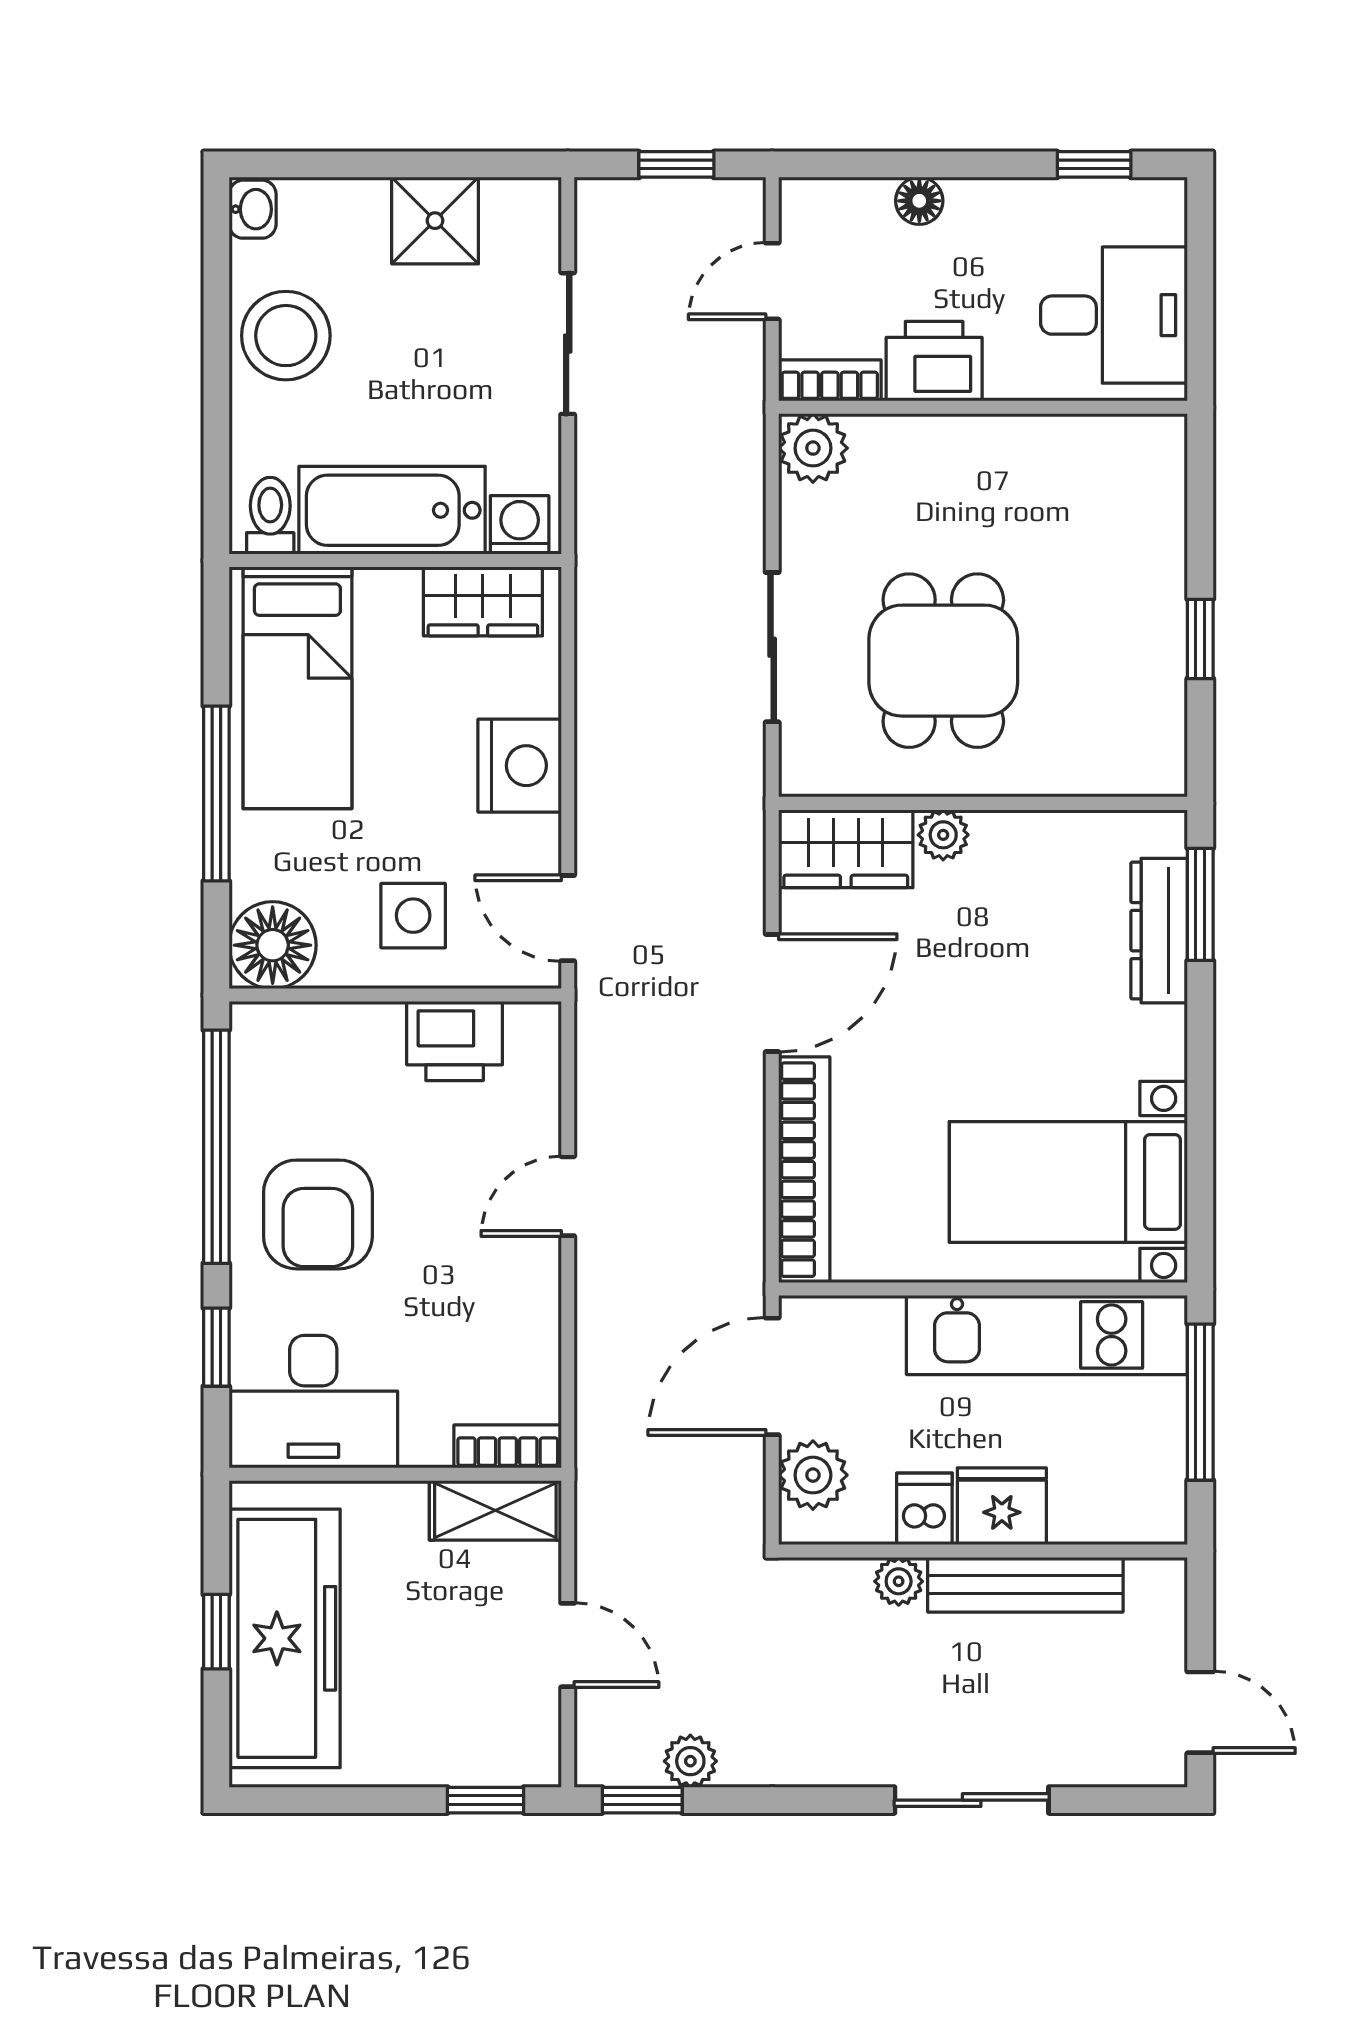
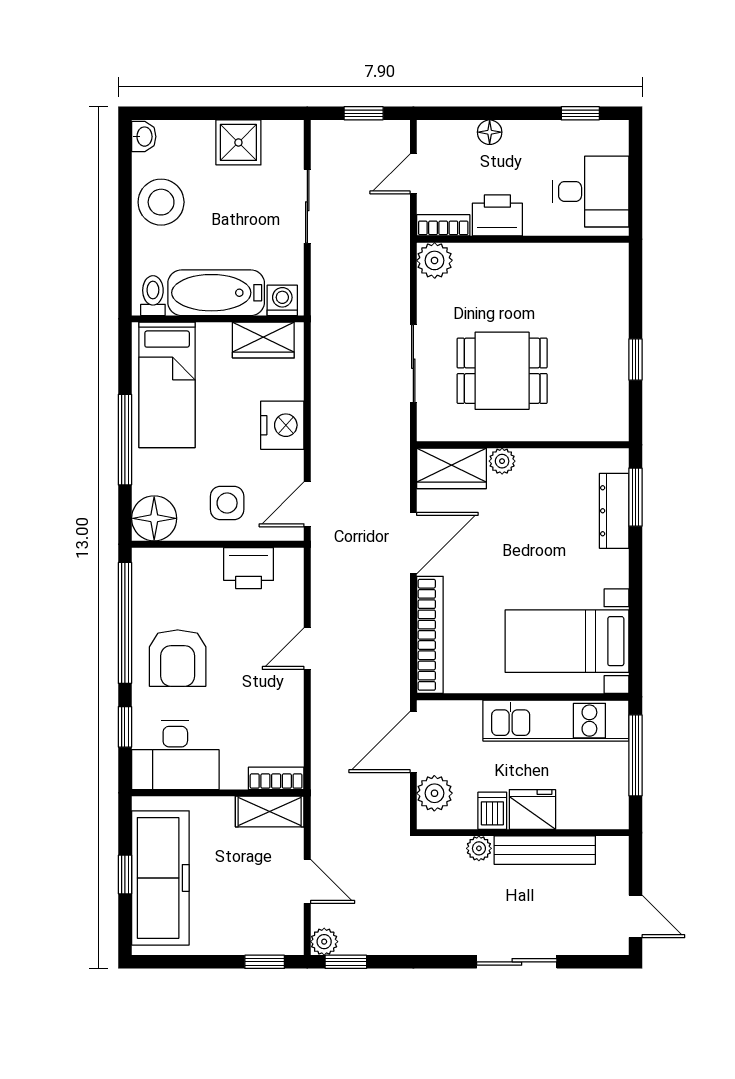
dining table: (943, 661) -> (502, 371), turned 90
door: (568, 918) -> (307, 504), hinge flipped
plant: (690, 1761) -> (324, 942), moved

